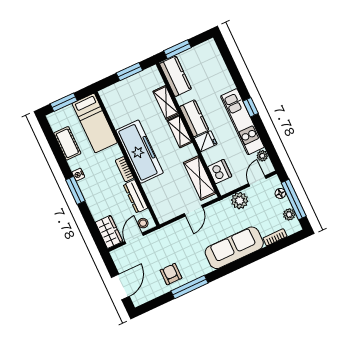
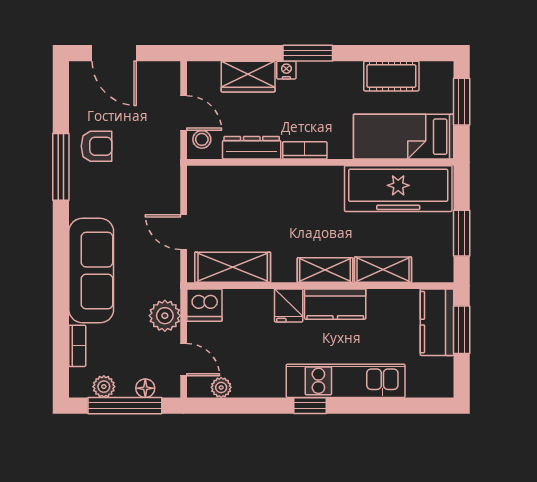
kitchen counter: (175, 76) -> (437, 322), moved, turned 90
kitchen unit: (242, 122) -> (346, 381), moved
freezer: (140, 152) -> (398, 189), moved
dishwasher: (220, 172) -> (204, 305), moved
nightstand: (78, 175) -> (286, 70), moved
wardrobe: (109, 232) -> (248, 77), moved

